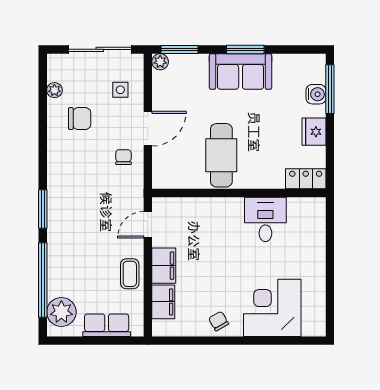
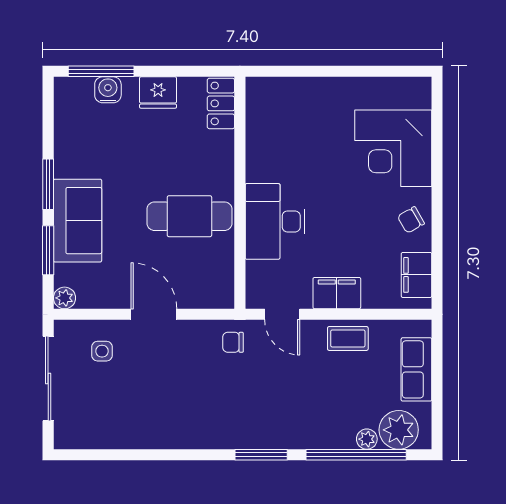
window: (179, 49) -> (48, 250), moved
sofa: (241, 71) -> (78, 221), moved
plant: (54, 90) -> (367, 439), moved
chair: (80, 119) -> (140, 405), removed
chair: (123, 157) -> (233, 342), moved
desk: (265, 219) -> (275, 221), moved, width x1.37
filing cabinet: (163, 302) -> (417, 275), moved, turned -90

